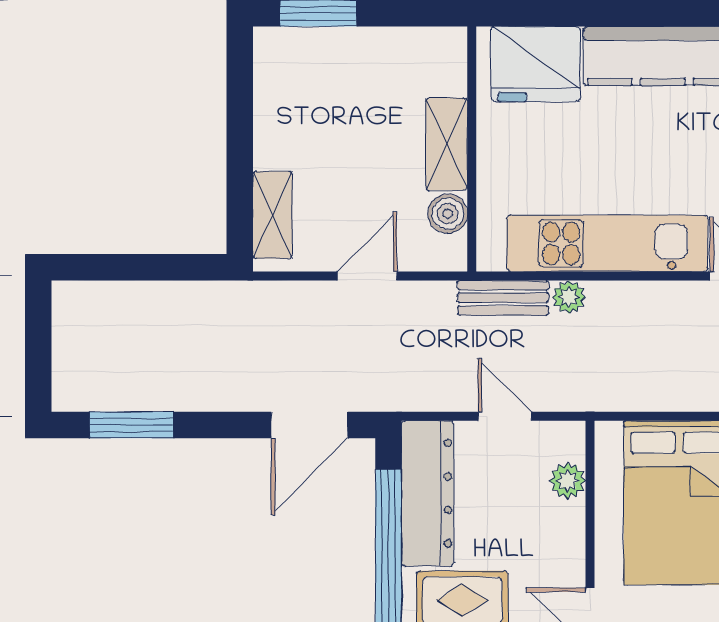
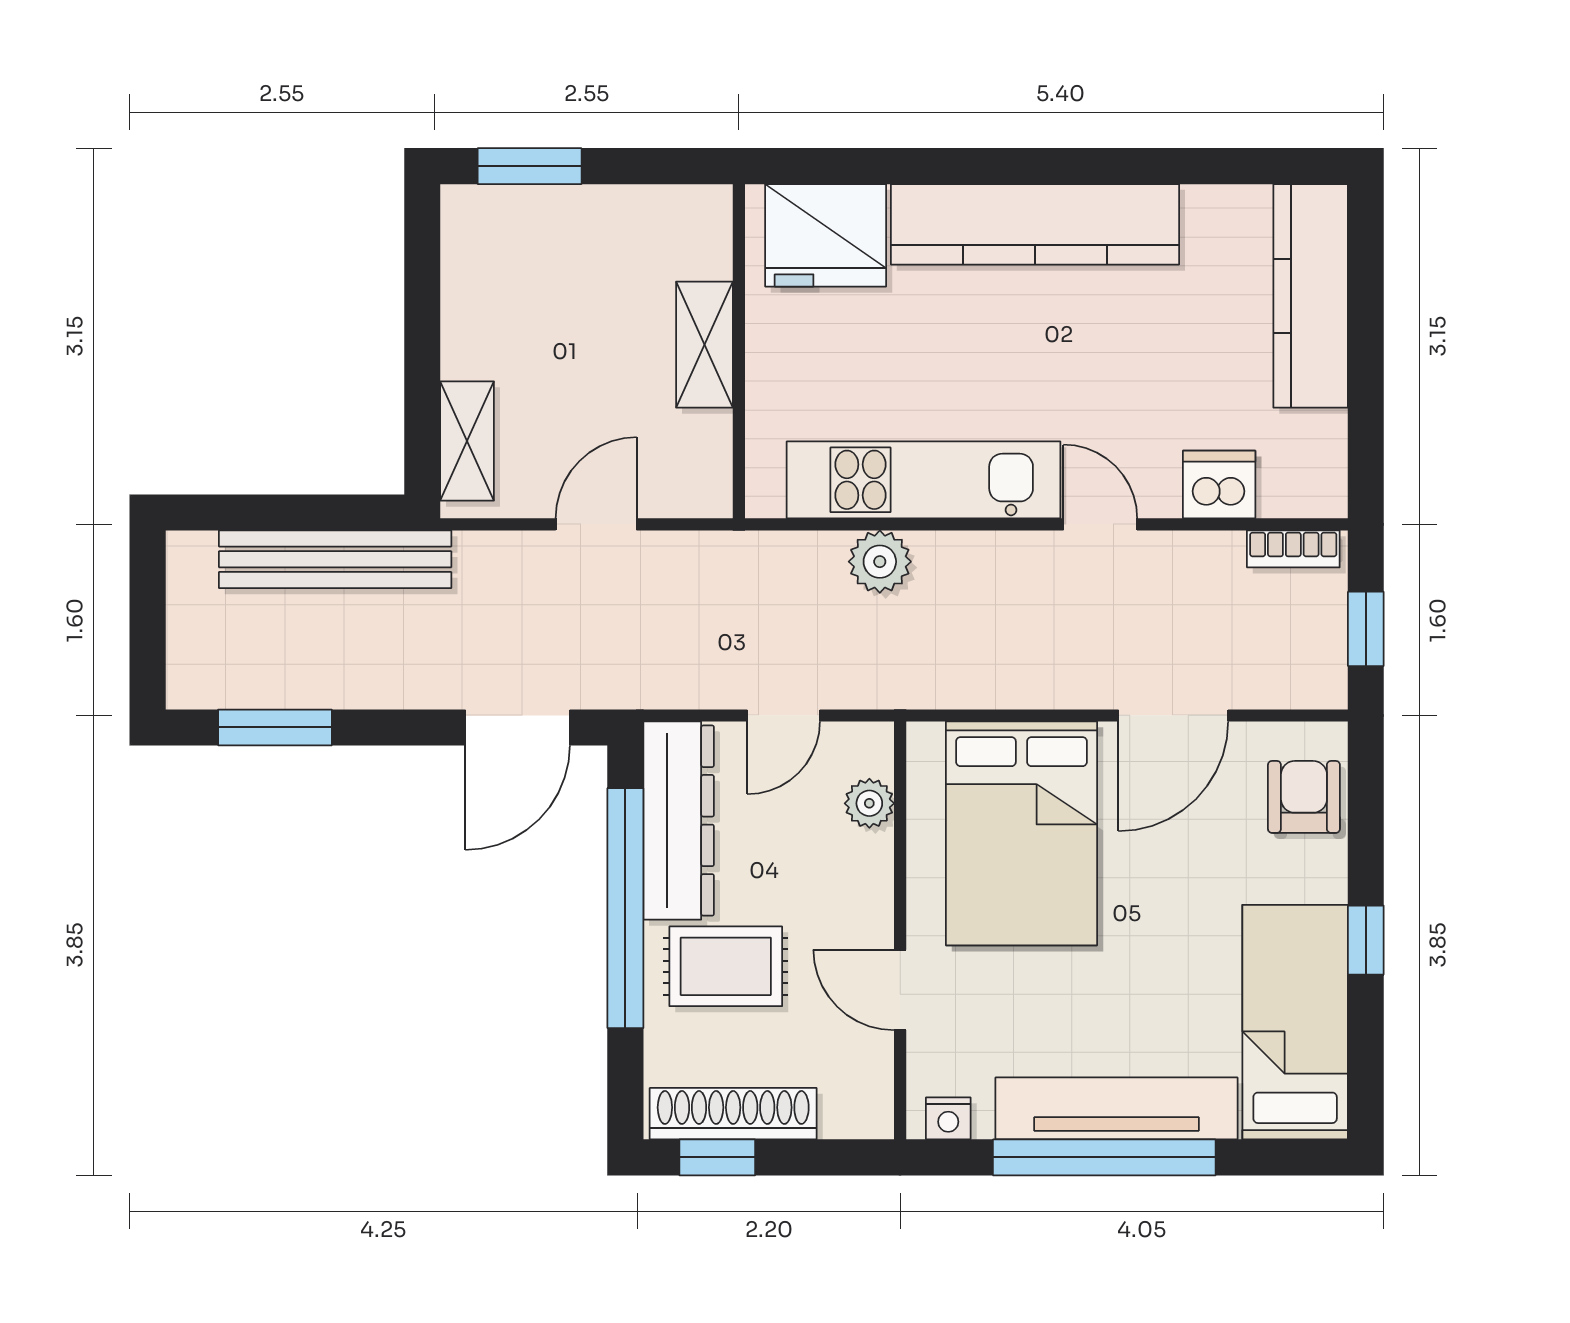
boiler: (448, 214) -> (706, 439), removed
plant: (569, 297) -> (880, 562), width x1.38, depth x1.38
bench: (503, 298) -> (335, 559), moved, width x1.86, depth x1.21
door: (505, 416) -> (784, 715), swing flipped

